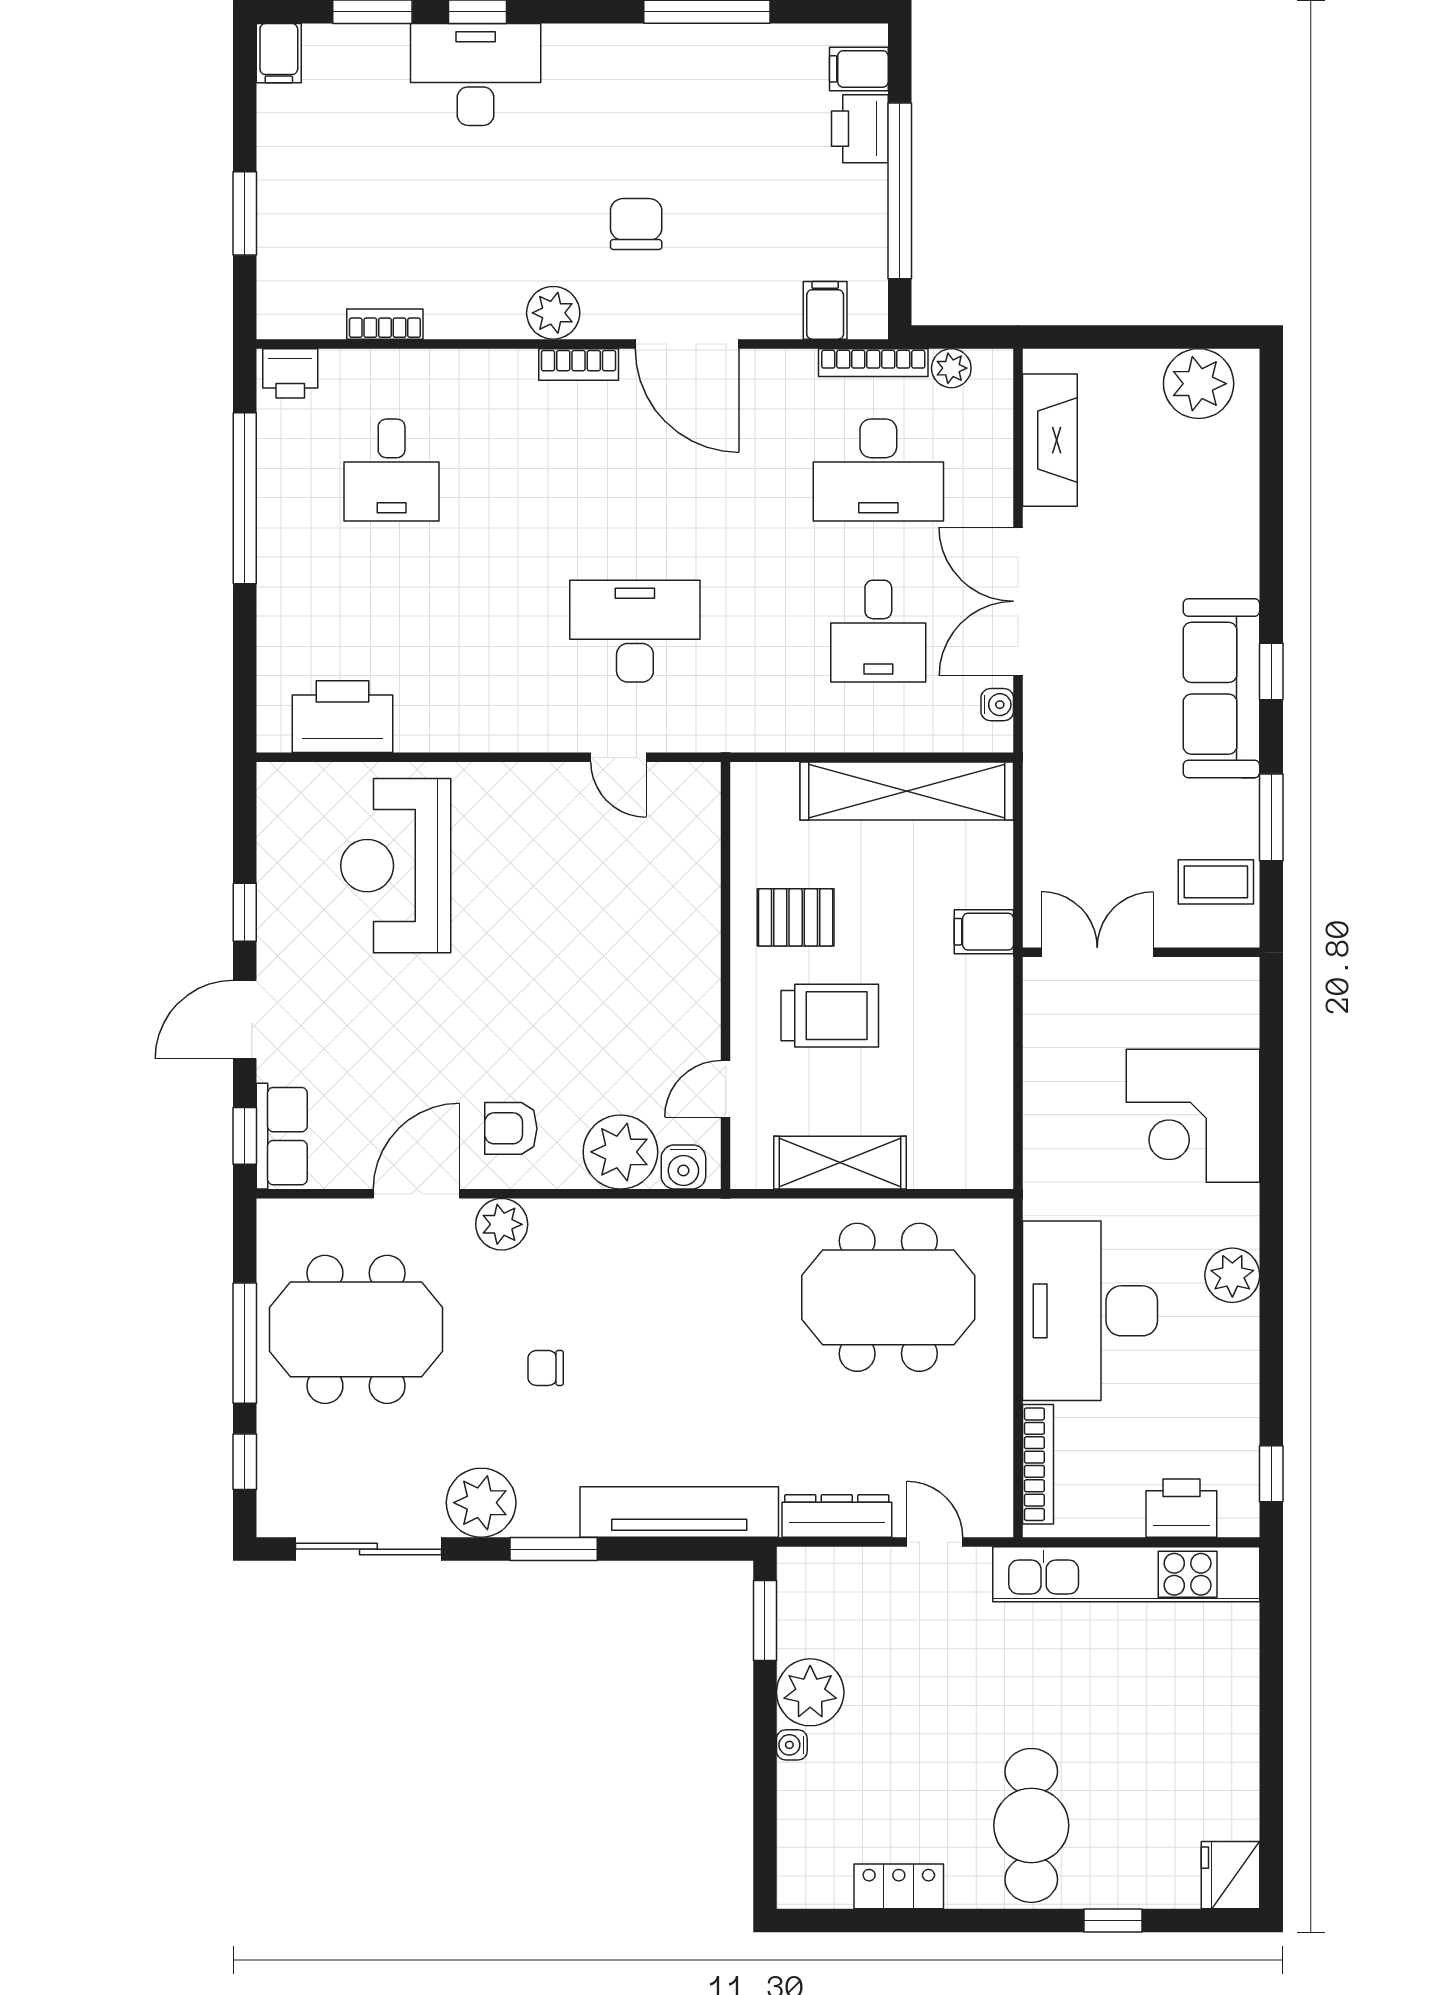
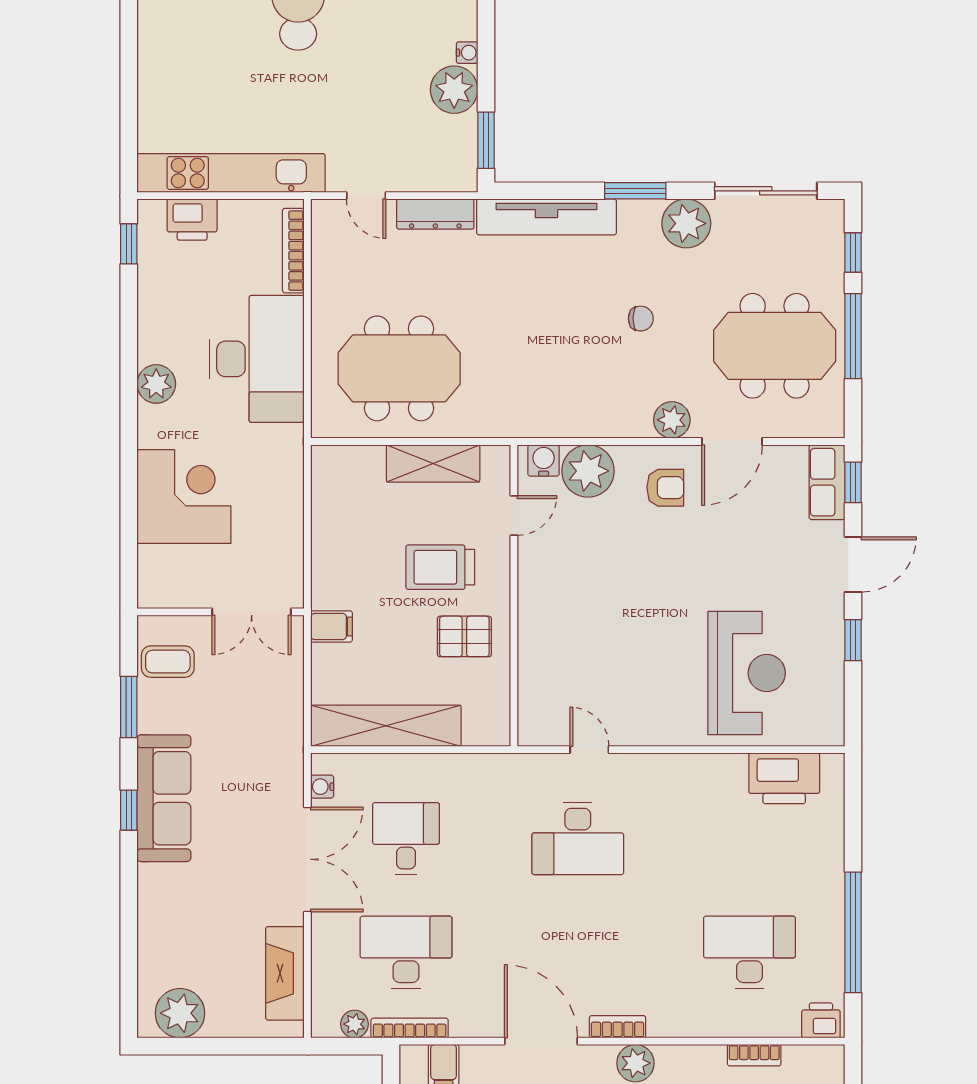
desk: (392, 470) -> (749, 952), width x1.37

